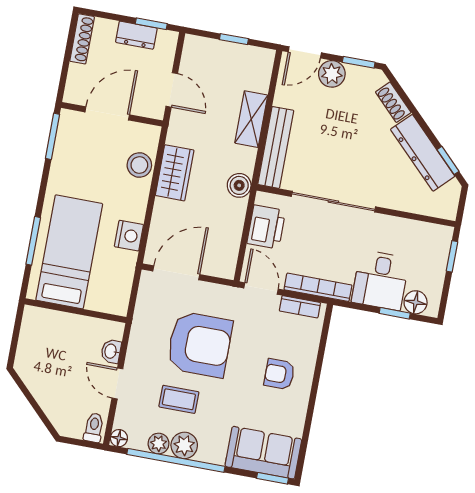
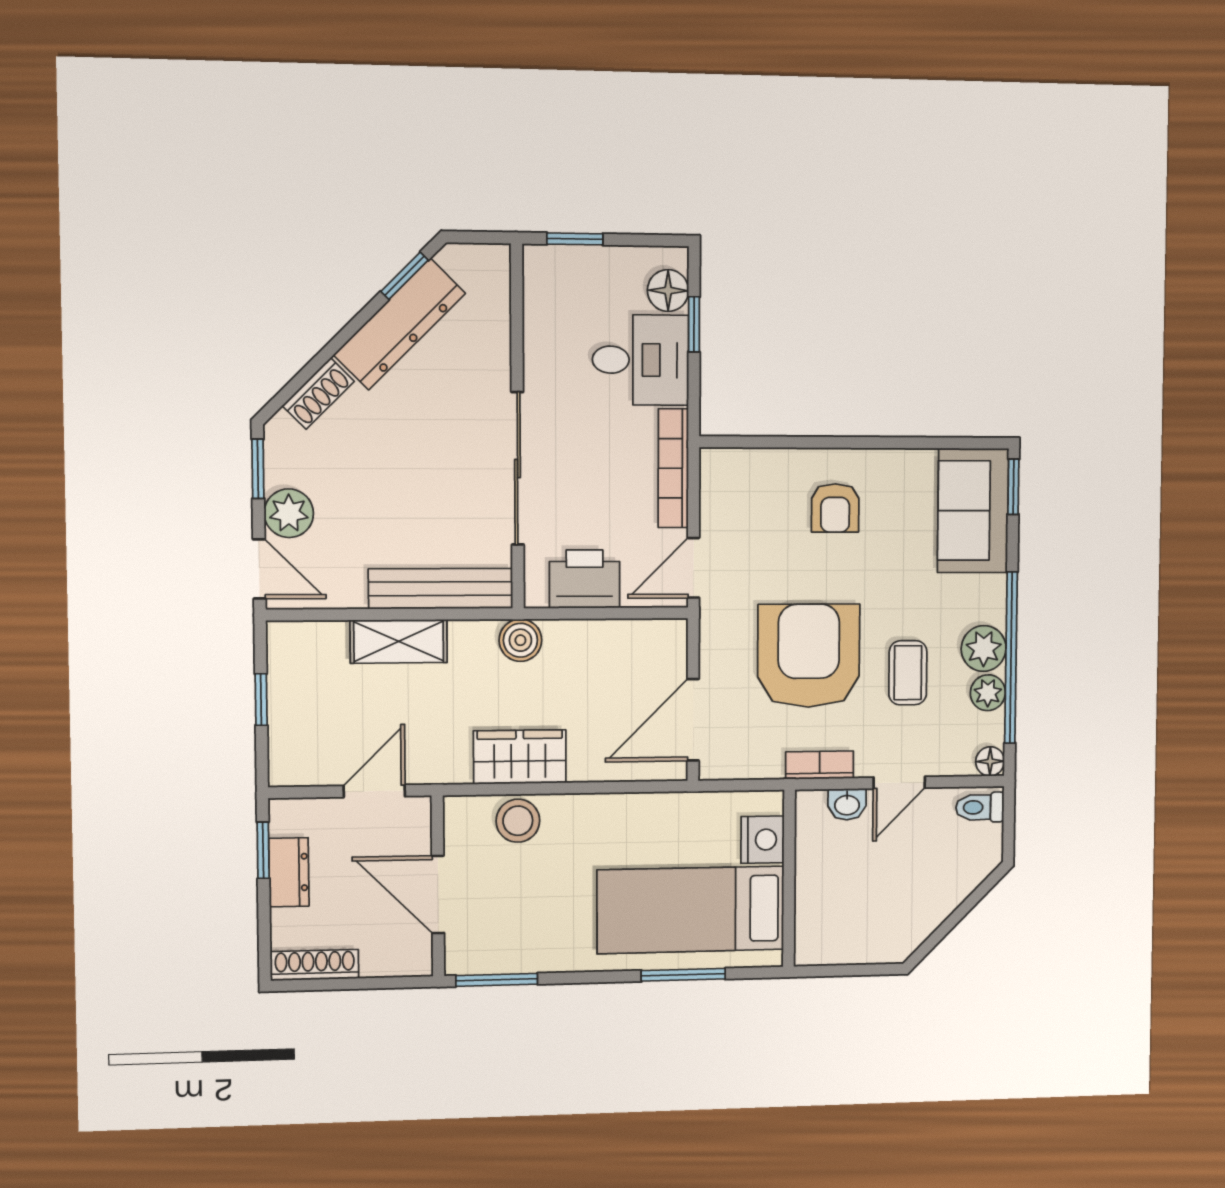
nightstand: (129, 236) -> (763, 840), moved, turned 90
door: (176, 273) -> (693, 720), hinge flipped
bookcase: (300, 307) -> (820, 765), moved, turned -90

